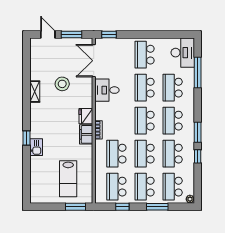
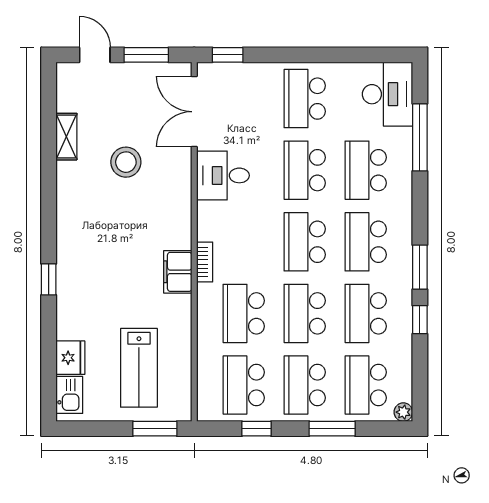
shelving: (35, 92) -> (66, 137), moved
fridge: (86, 116) -> (70, 358), moved, turned 180
kitchen sink: (36, 147) -> (69, 395), moved

